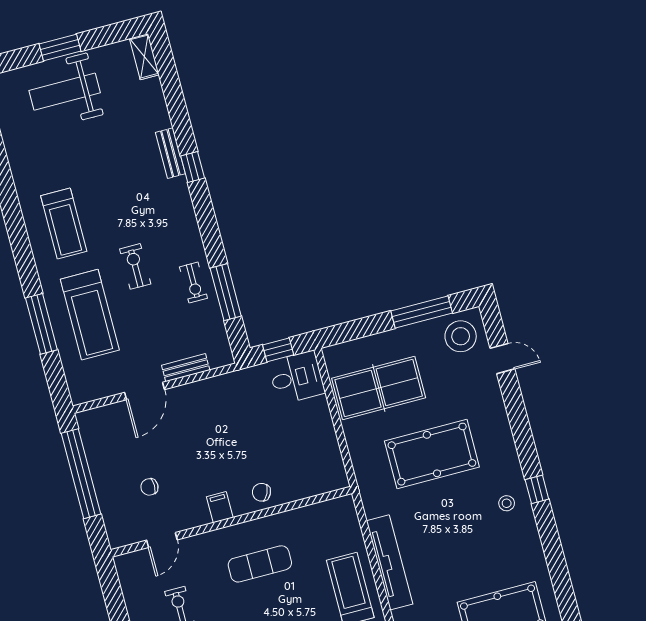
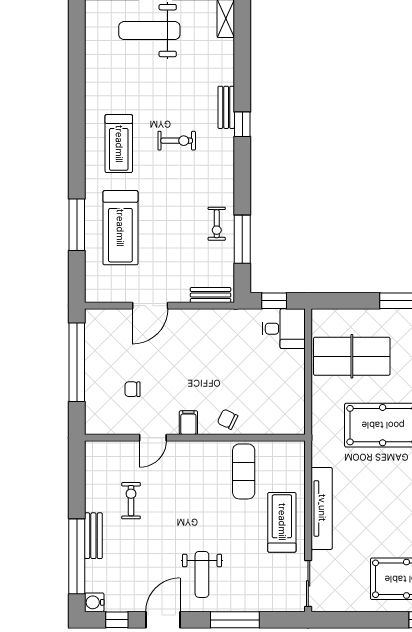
exercise bike: (135, 266) -> (177, 141), moved, turned 90
bench: (186, 368) -> (211, 295), moved
door: (162, 540) -> (153, 438), moved
exercise mat: (260, 564) -> (244, 471), moved, turned 90

